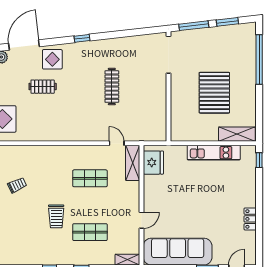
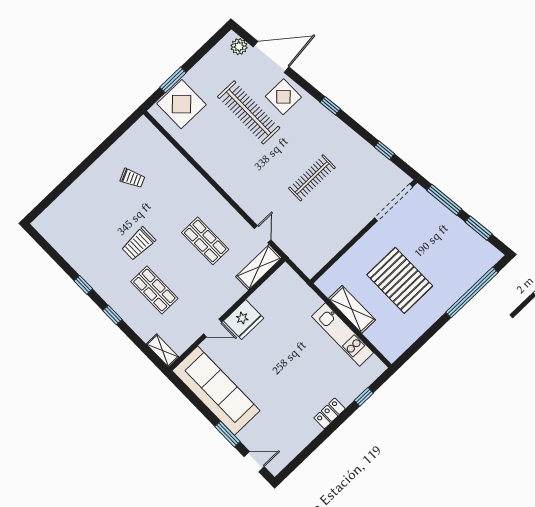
window: (135, 32) -> (384, 150), added
clothes rail: (43, 87) -> (249, 112), width x1.86, depth x1.31
pallet: (214, 93) -> (400, 280), turned 90
shelving: (237, 134) -> (352, 309), moved
window: (259, 160) -> (364, 397), moved
fridge: (153, 163) -> (244, 320), moved
locker: (250, 219) -> (330, 413), moved

